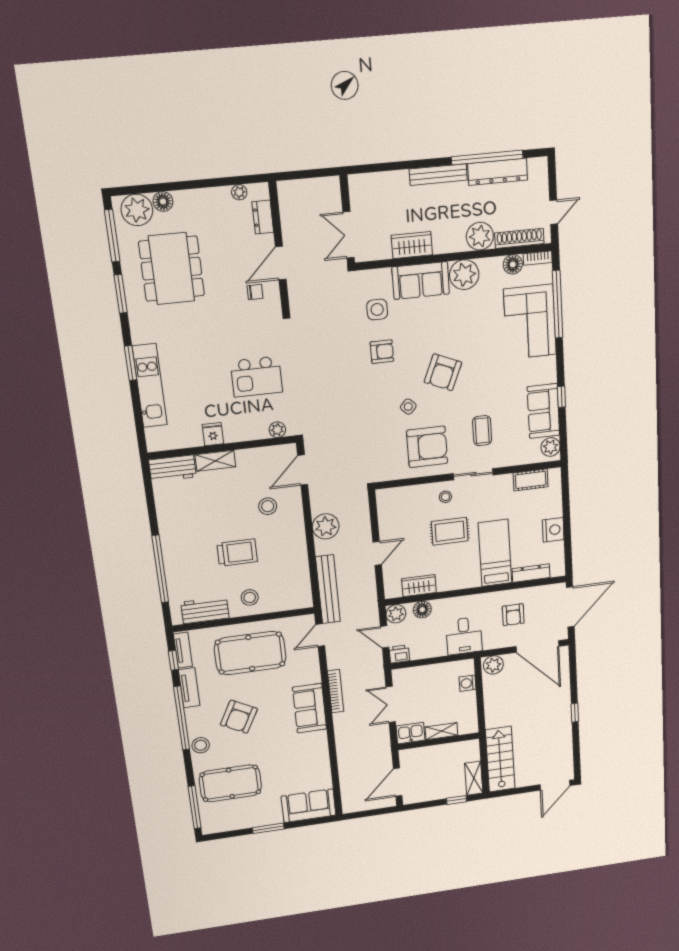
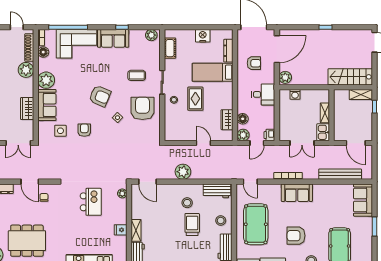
sofa: (543, 411) -> (113, 38), moved
stool: (268, 506) -> (187, 203), moved
workbench: (299, 585) -> (217, 191), added
bench: (328, 589) -> (340, 174), moved
armchair: (239, 717) -> (296, 236), turned 152

